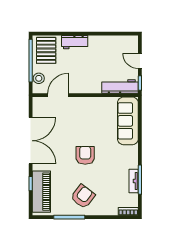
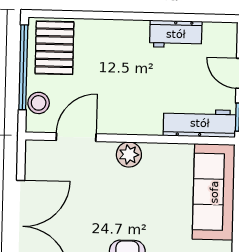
workbench: (75, 42) -> (176, 34), moved
plant: (85, 103) -> (129, 155), added

